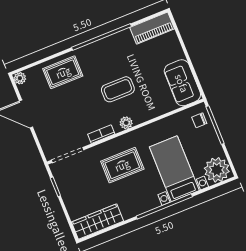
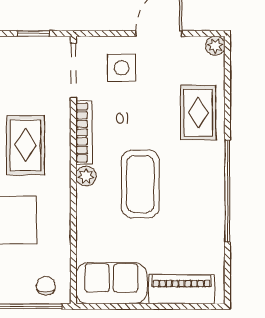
piano: (152, 28) -> (182, 289), moved, turned 90
coffee table: (118, 89) -> (140, 184), width x1.36, depth x1.32
side table: (55, 128) -> (122, 68), added
bookcase: (101, 134) -> (84, 133), width x1.56

